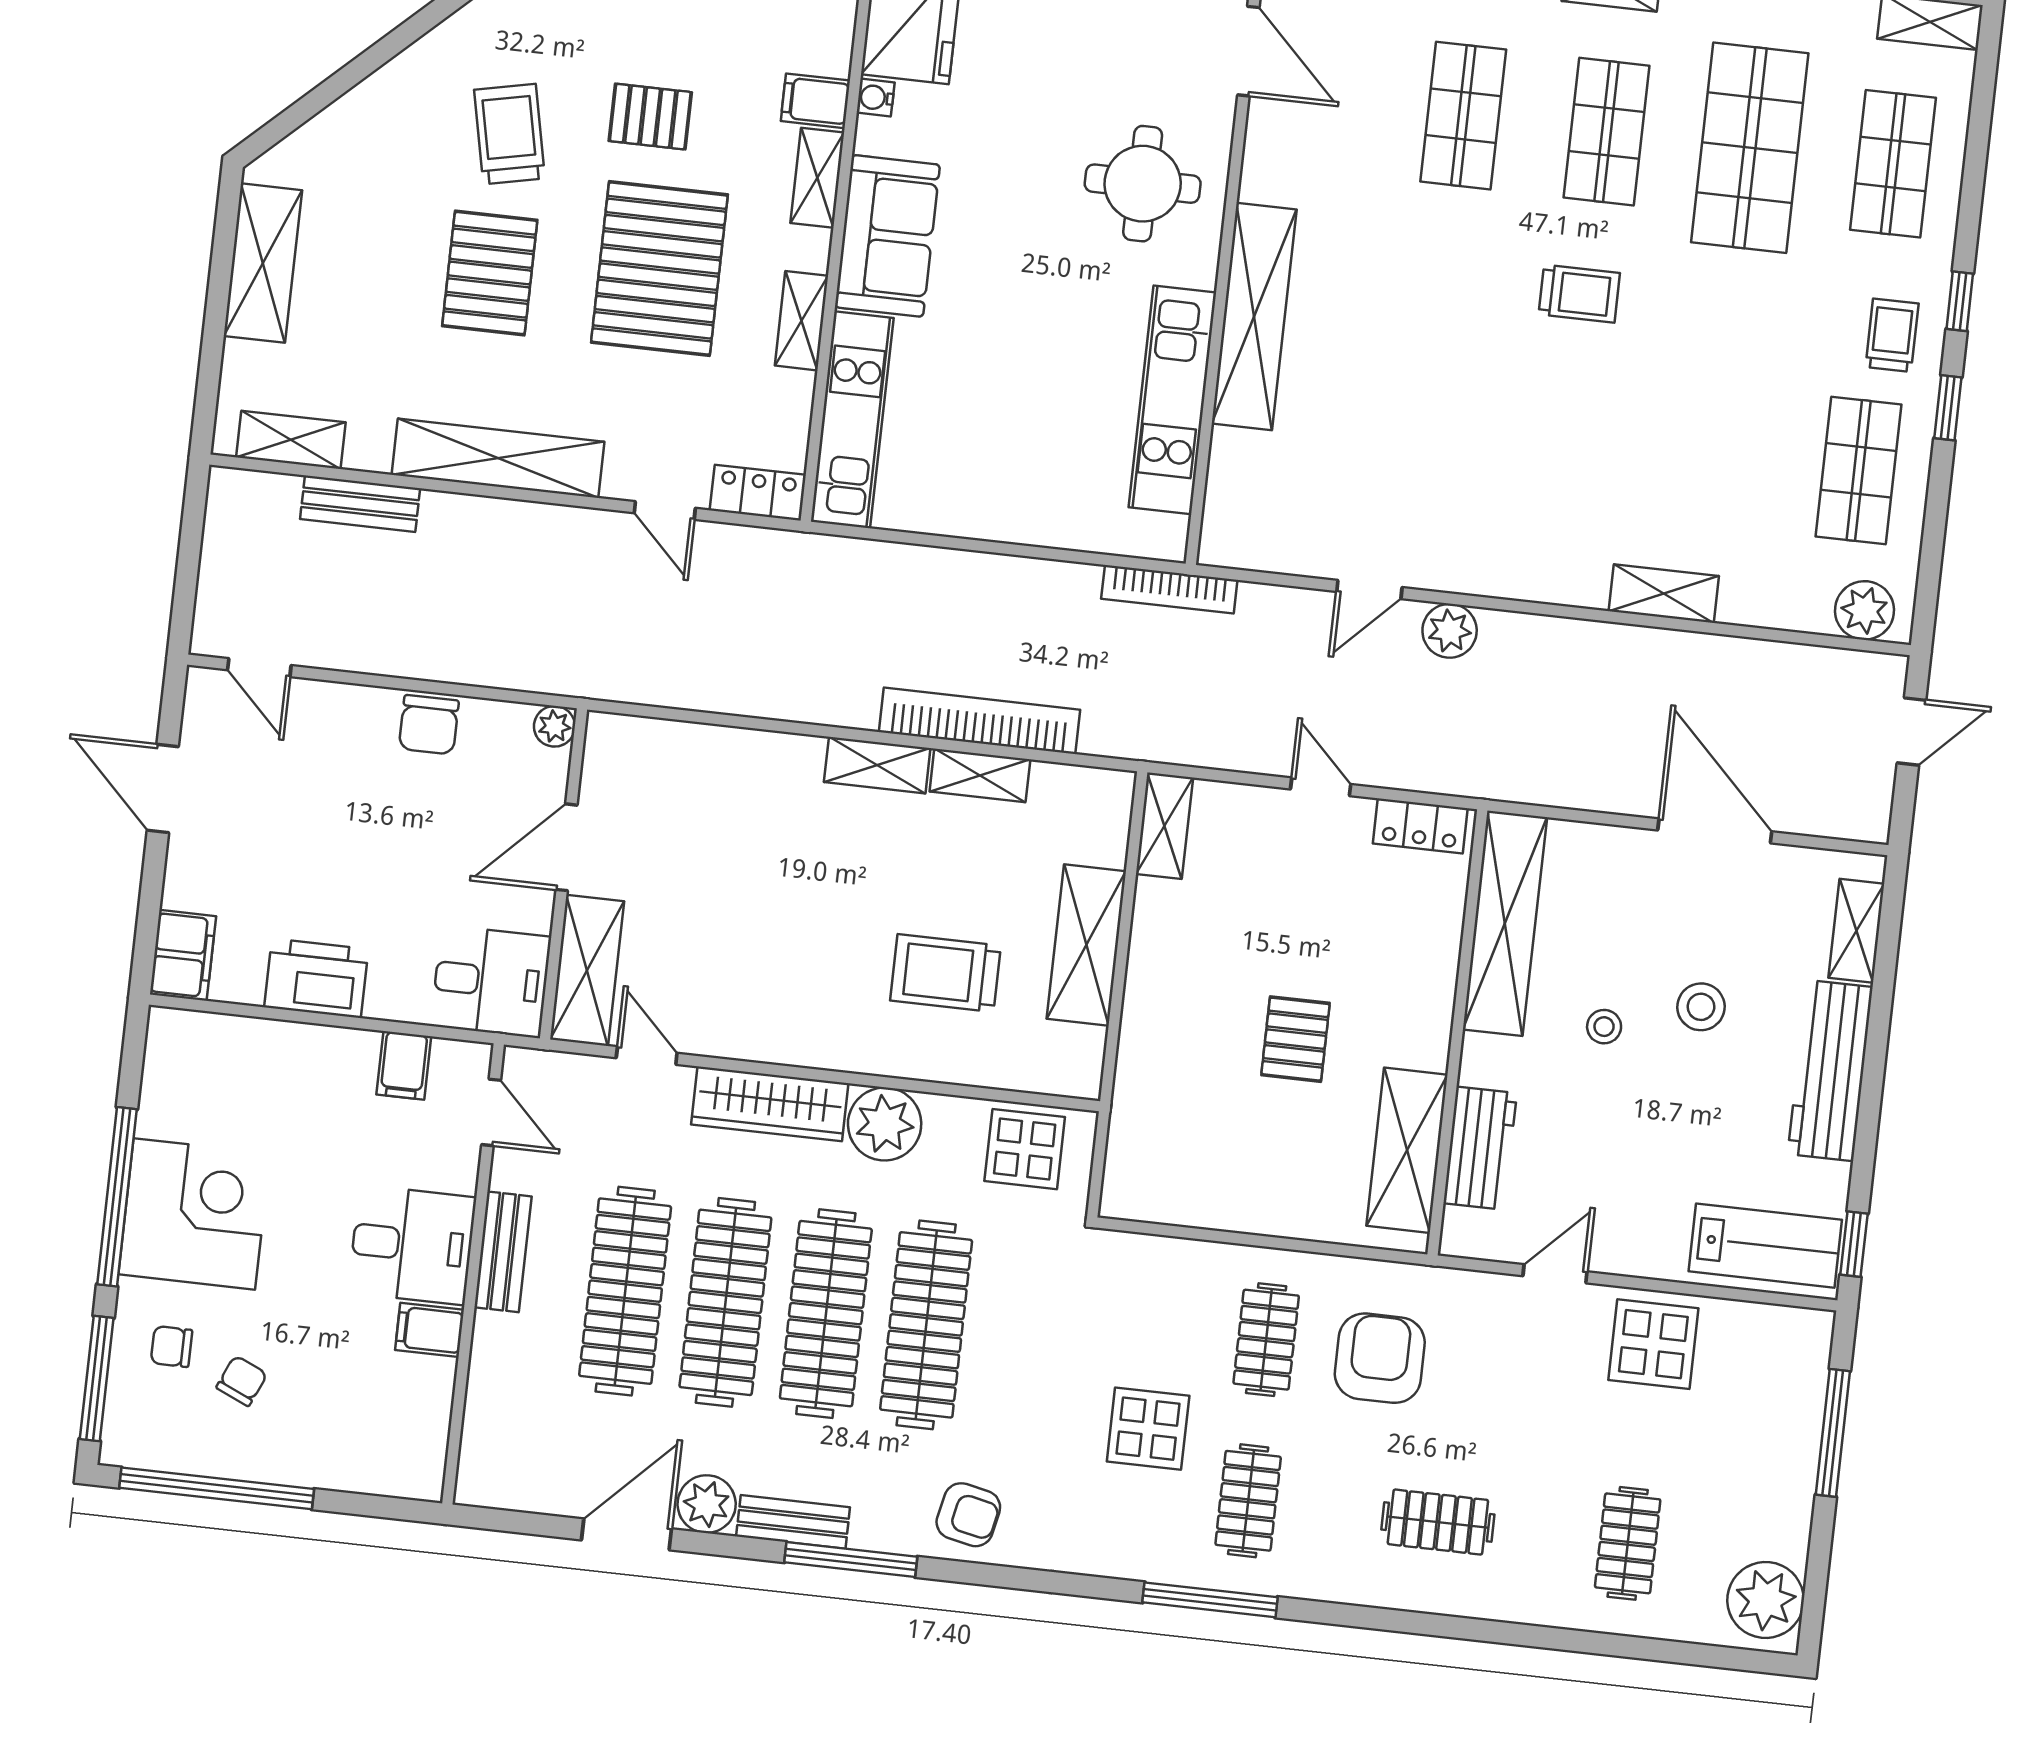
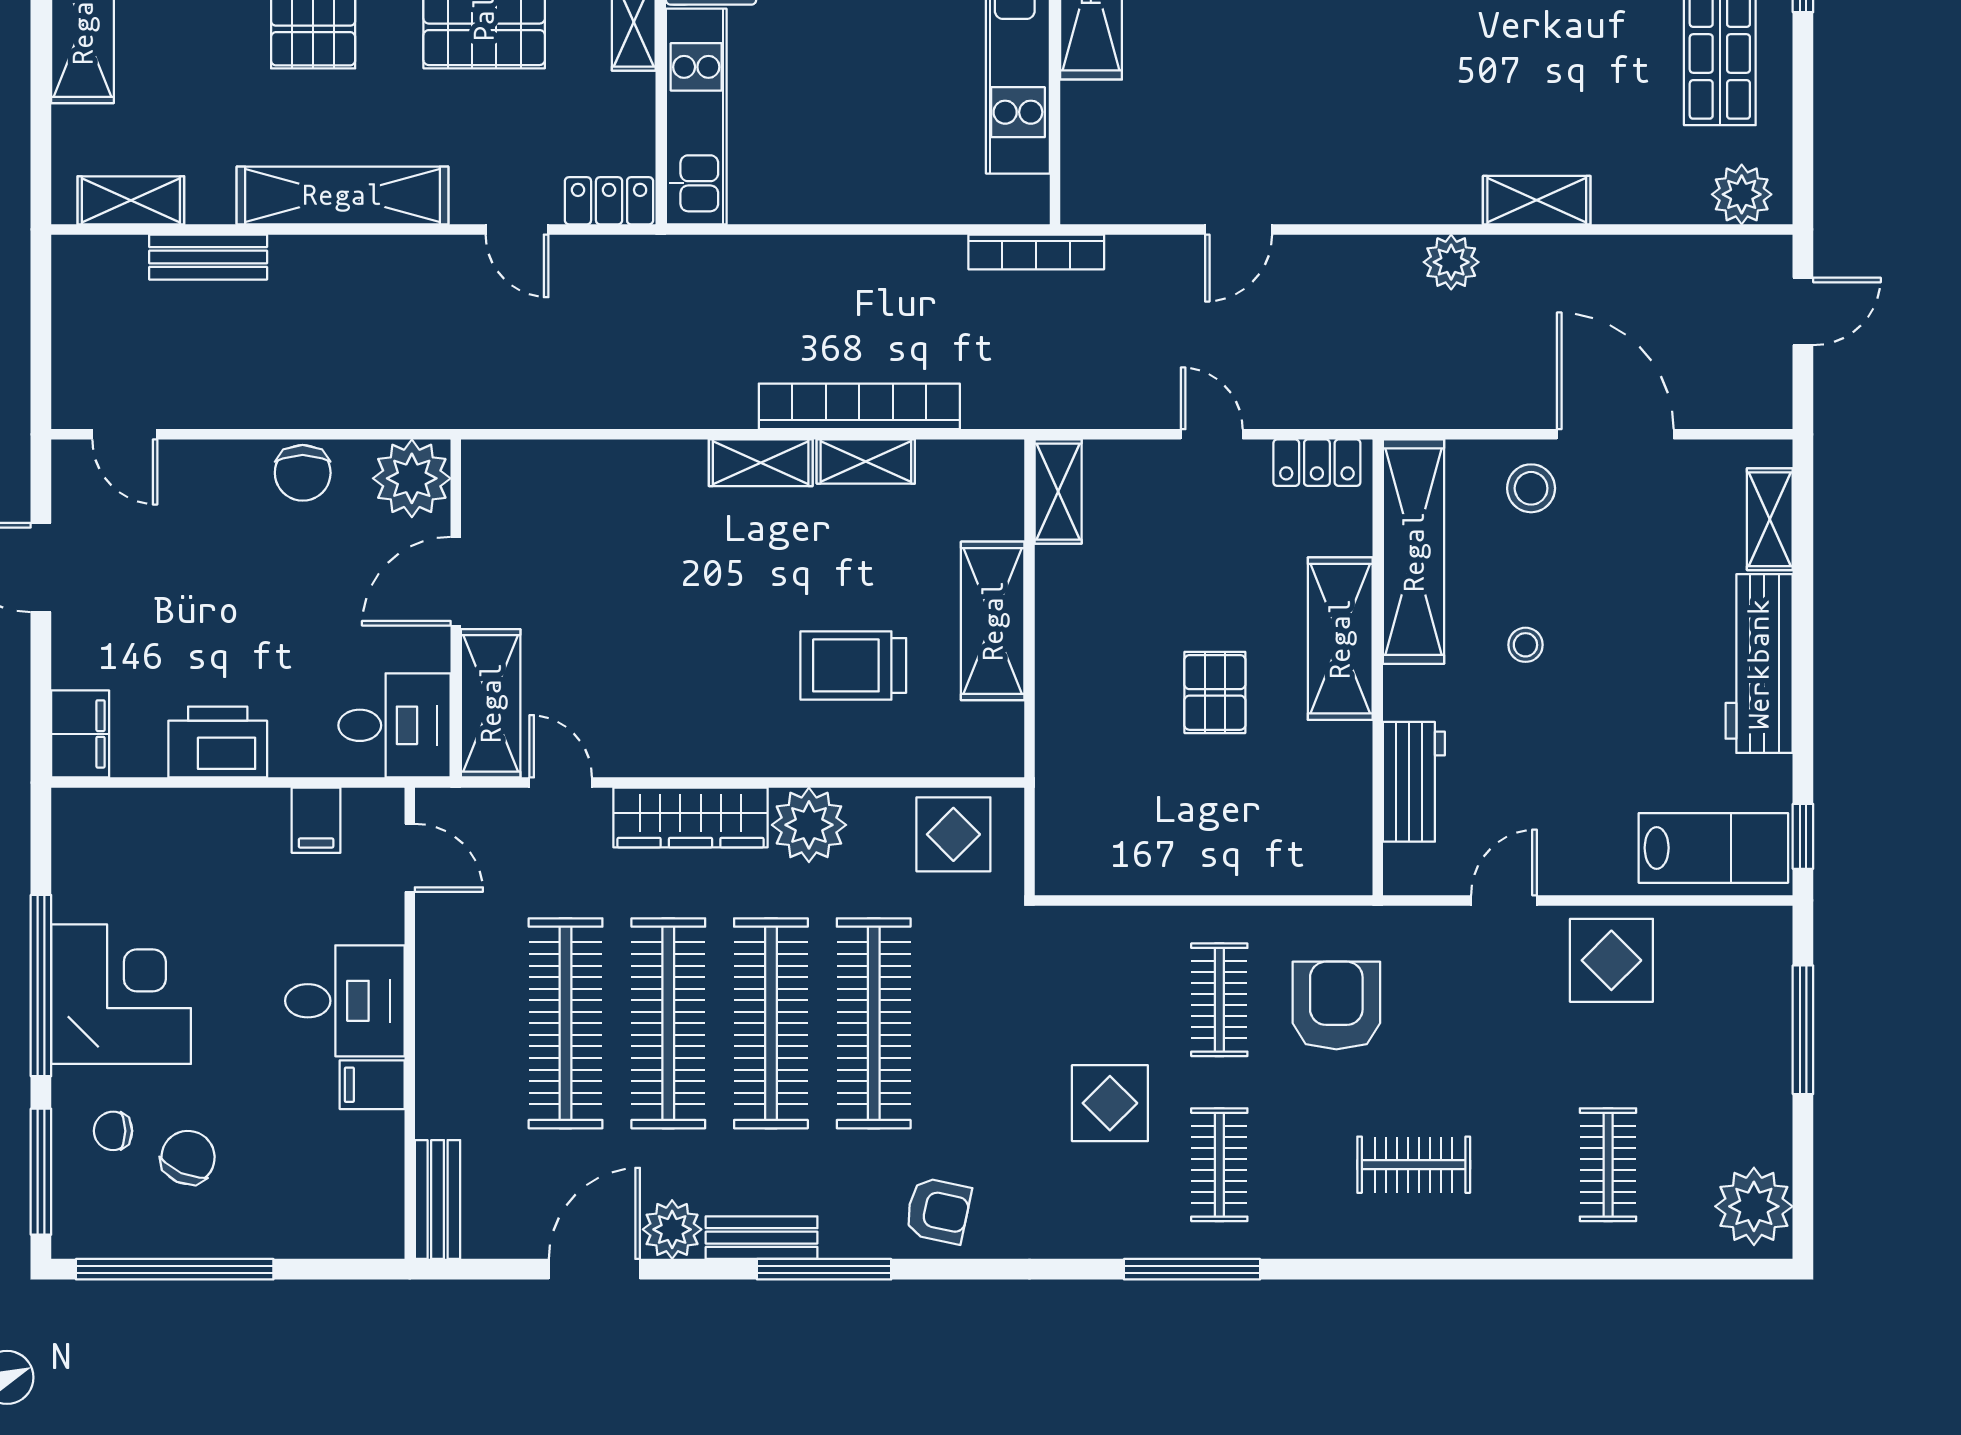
plant: (1450, 631) -> (1451, 262), moved
plant: (554, 726) -> (412, 478), width x1.87, depth x1.87
stool: (1701, 1007) -> (1531, 488), moved
shelving: (1407, 1150) -> (1340, 639), moved
bench: (503, 1252) -> (438, 1200), moved
chair: (242, 1381) -> (188, 1158), width x1.37, depth x1.37

